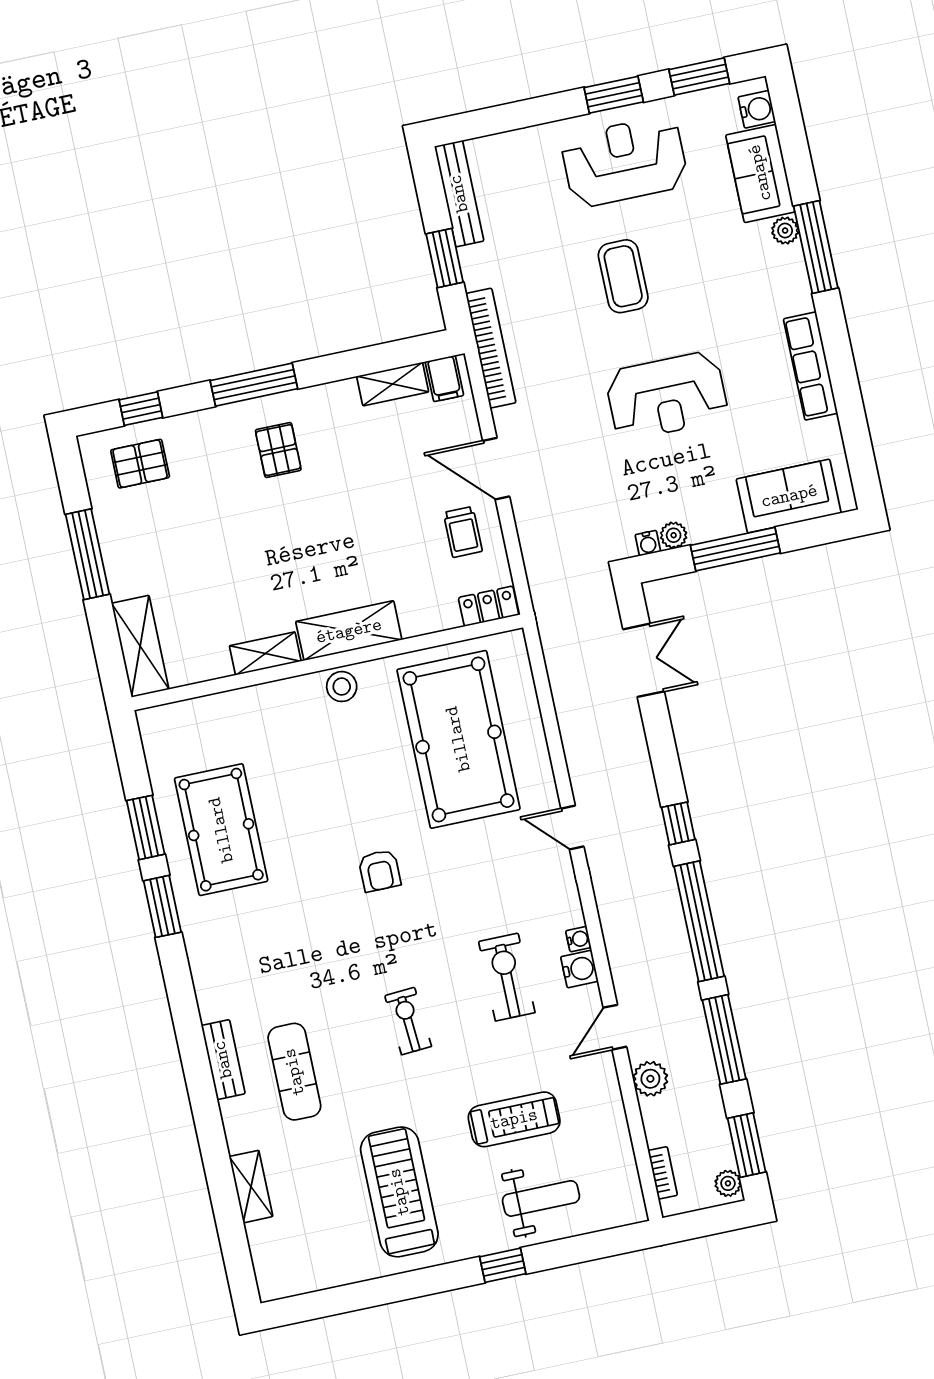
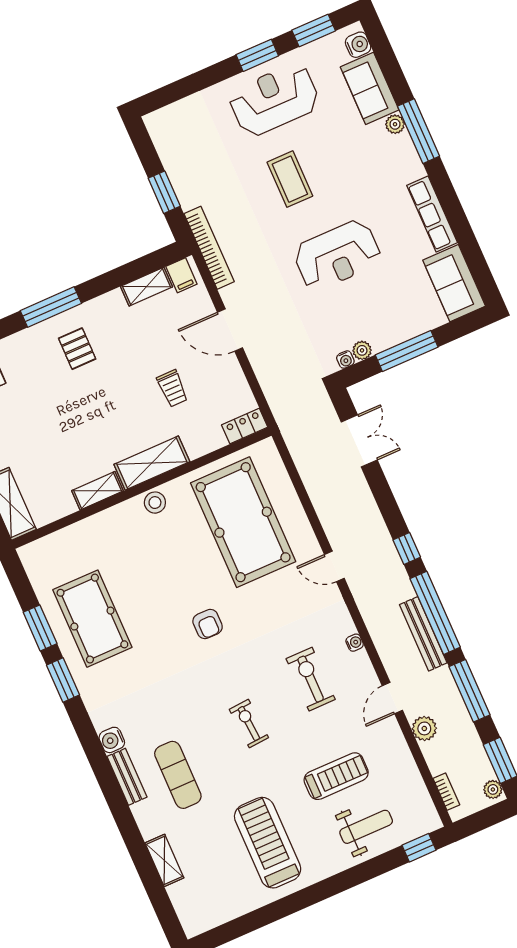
bench: (459, 194) -> (423, 634), moved
sofa: (789, 496) -> (454, 283), moved, turned -90
trolley: (463, 532) -> (172, 388), moved
water cooler: (579, 969) -> (112, 740), moved, turned 180
window: (503, 1265) -> (419, 848), moved

